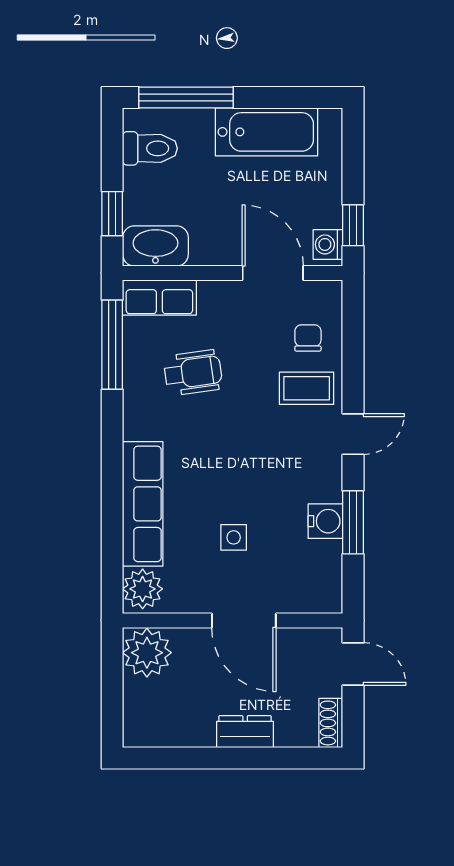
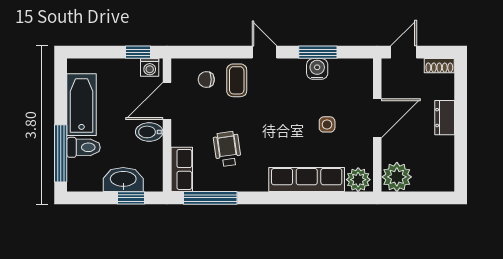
toilet: (150, 148) -> (84, 147), moved, turned 90
bidet: (221, 244) -> (149, 132), added
washbasin: (155, 246) -> (123, 180), moved, turned 90

